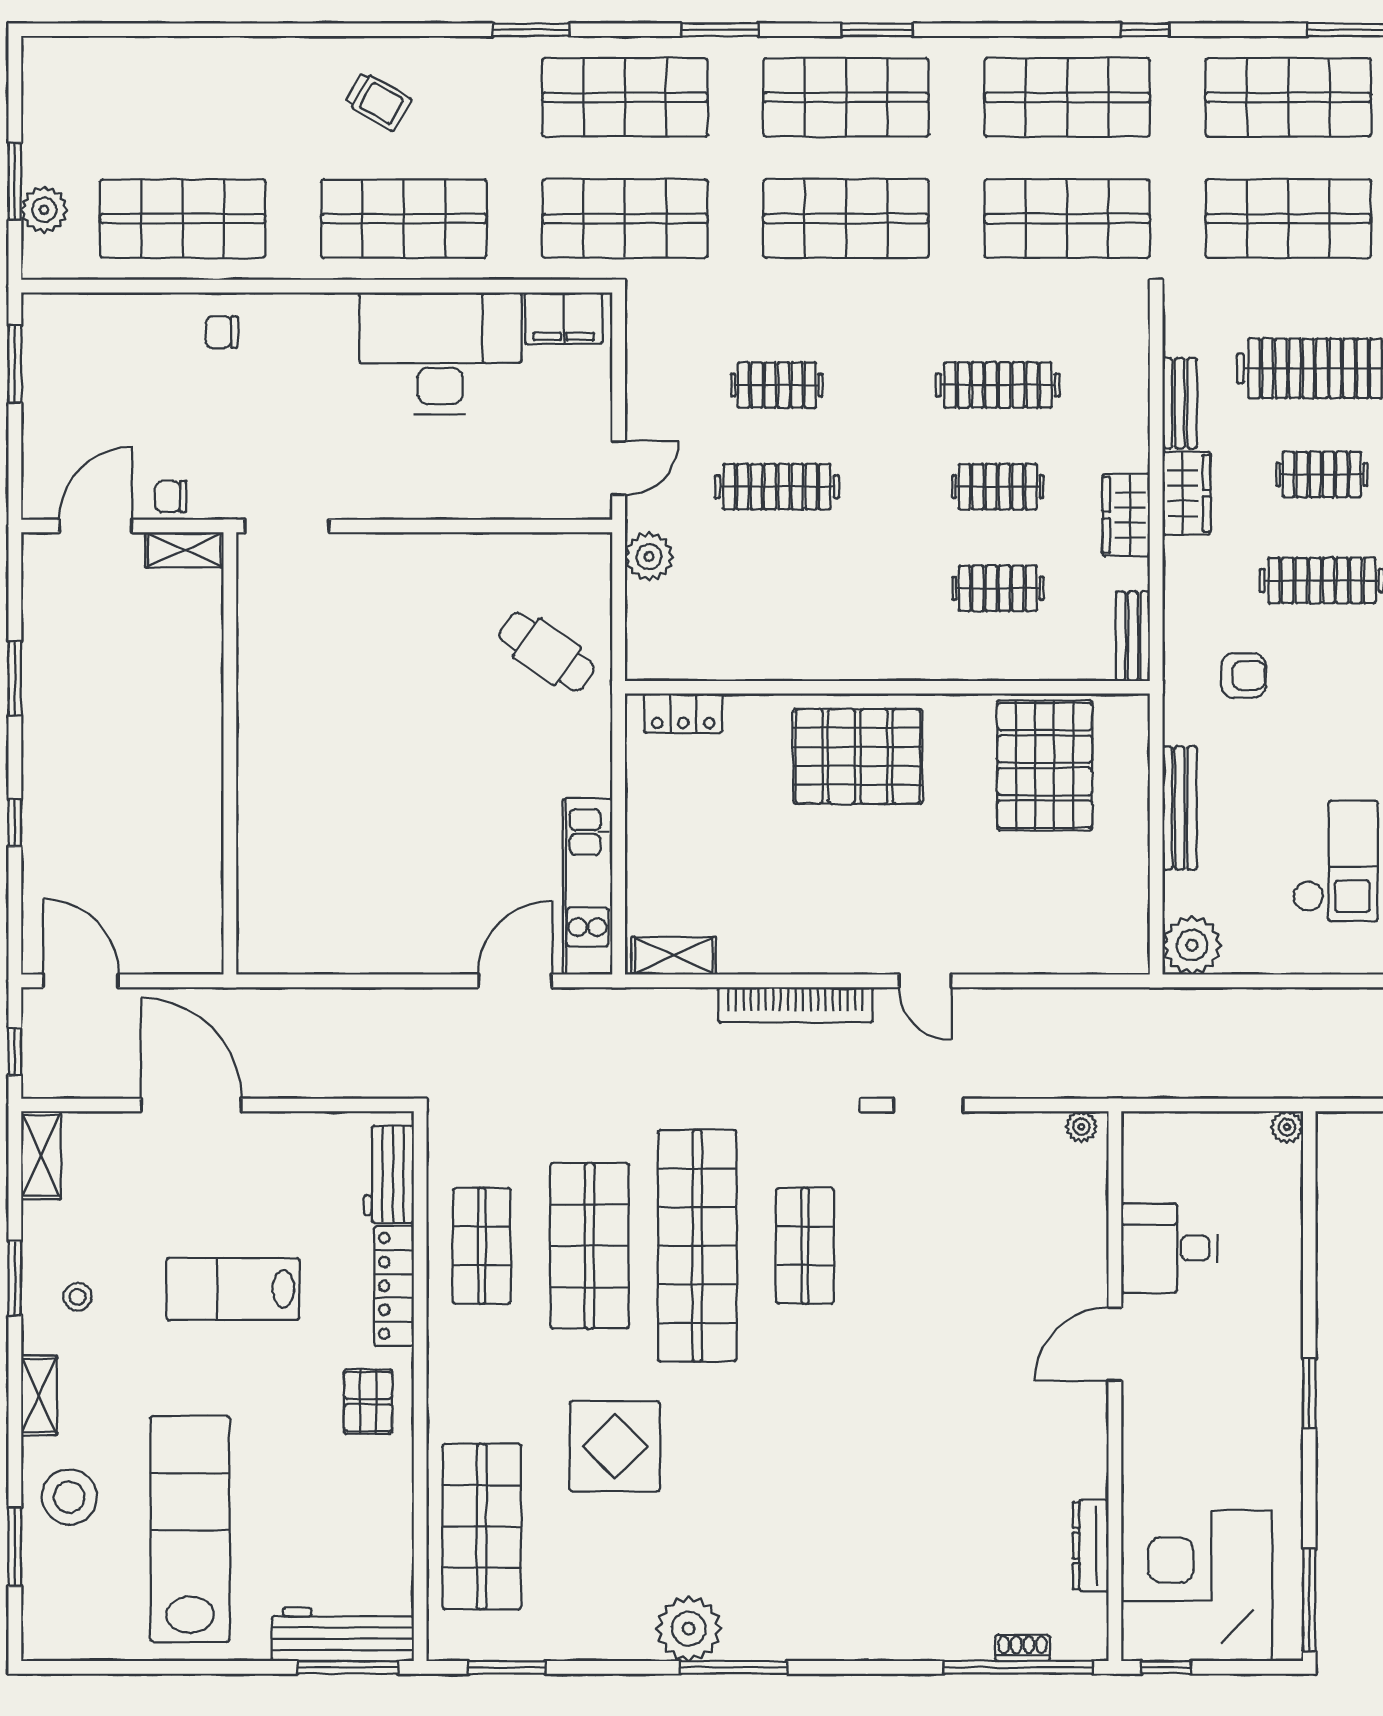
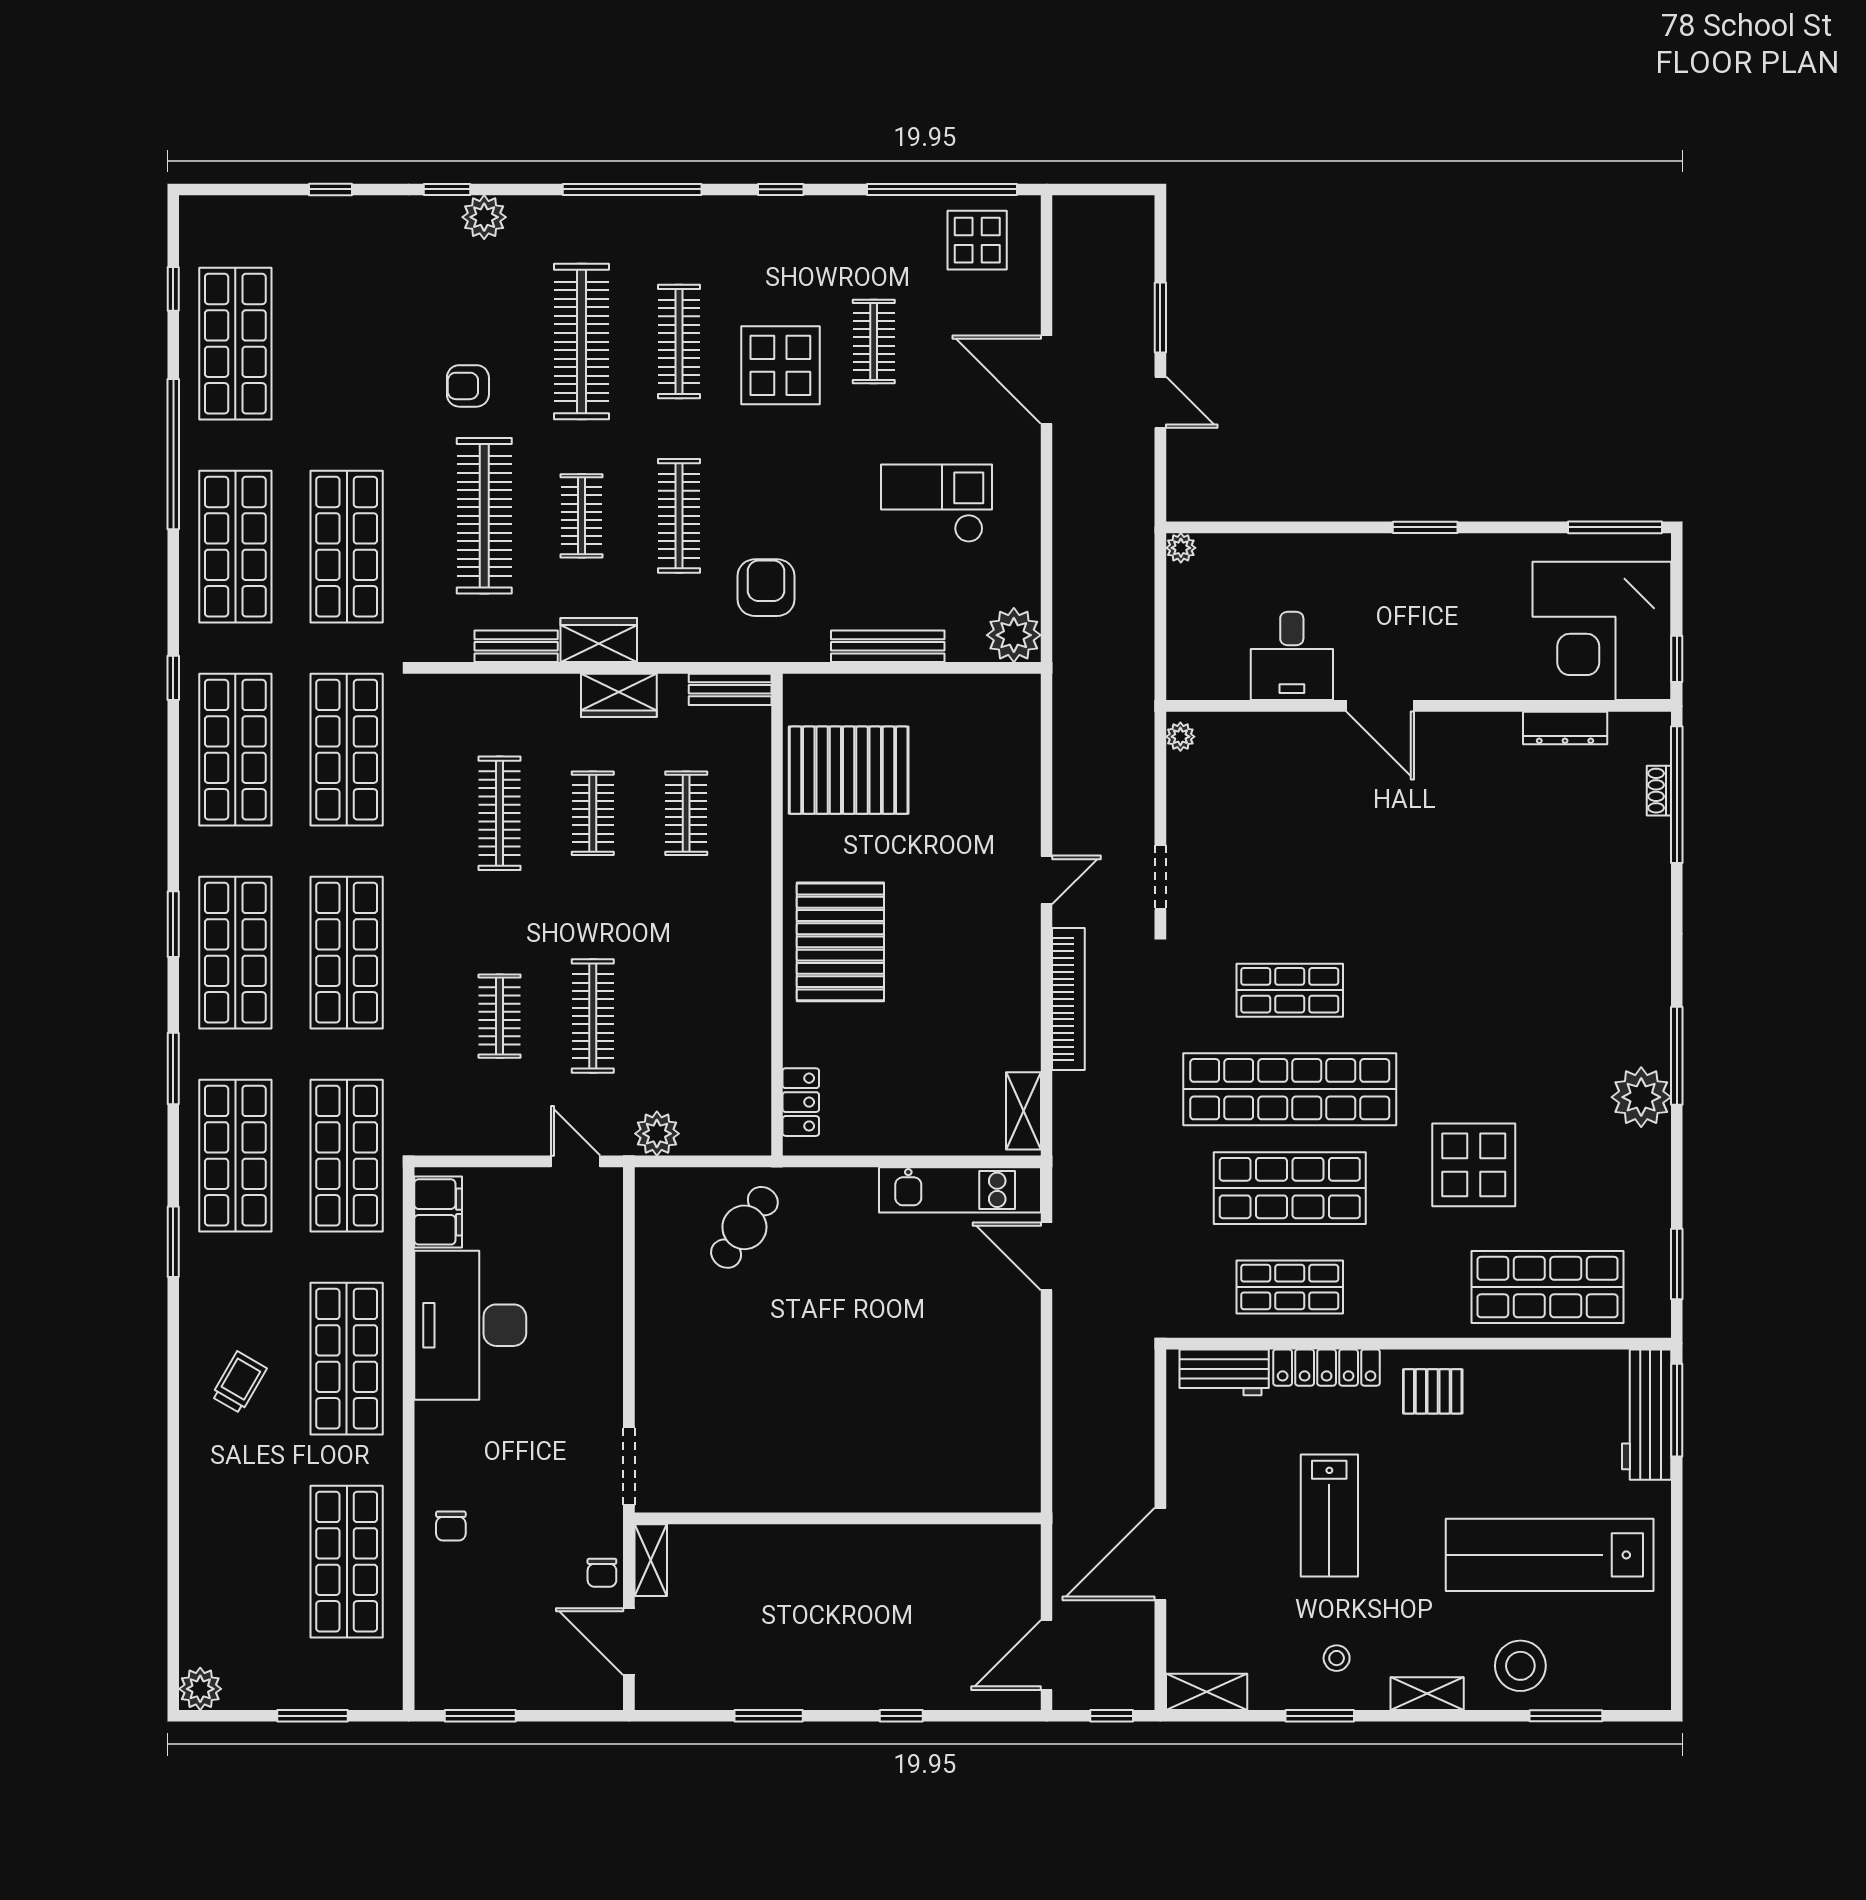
plant: (44, 210) -> (200, 1689), moved
armchair: (1244, 675) -> (766, 588), width x1.38, depth x1.38

